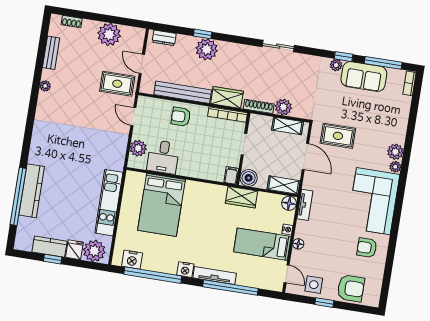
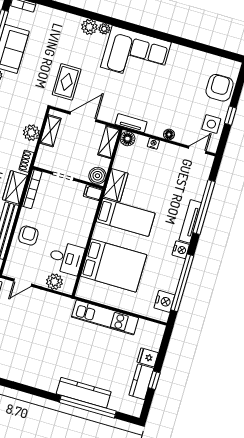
shoe rack: (259, 106) -> (26, 161), width x0.70
armchair: (181, 117) -> (28, 236), turned 180
bed: (262, 244) -> (126, 217), moved, turned -90
armchair: (367, 248) -> (181, 67), removed
plant: (94, 251) -> (151, 338), removed

